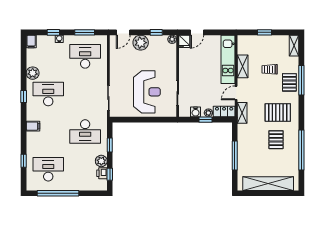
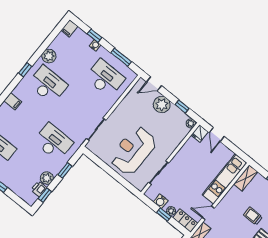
door: (197, 32) -> (217, 135), hinge flipped
shelving: (243, 66) -> (246, 178), moved
reception desk: (147, 92) -> (133, 151), turned 180
desk: (85, 132) -> (53, 142), turned 180

